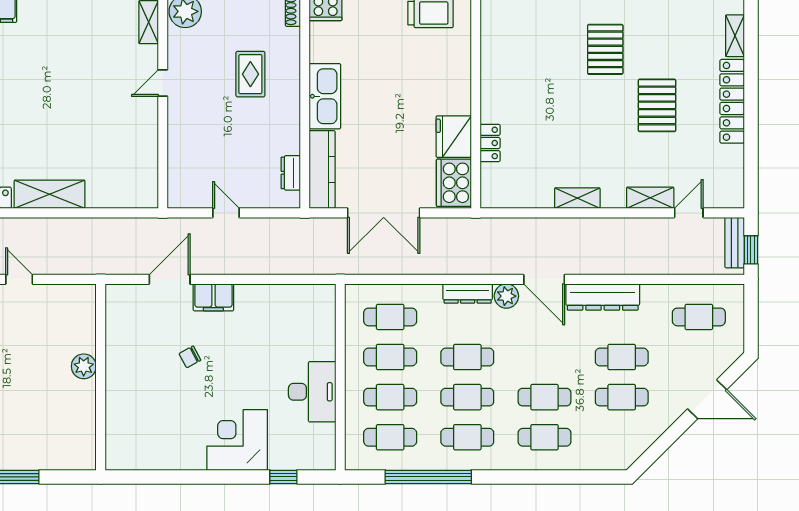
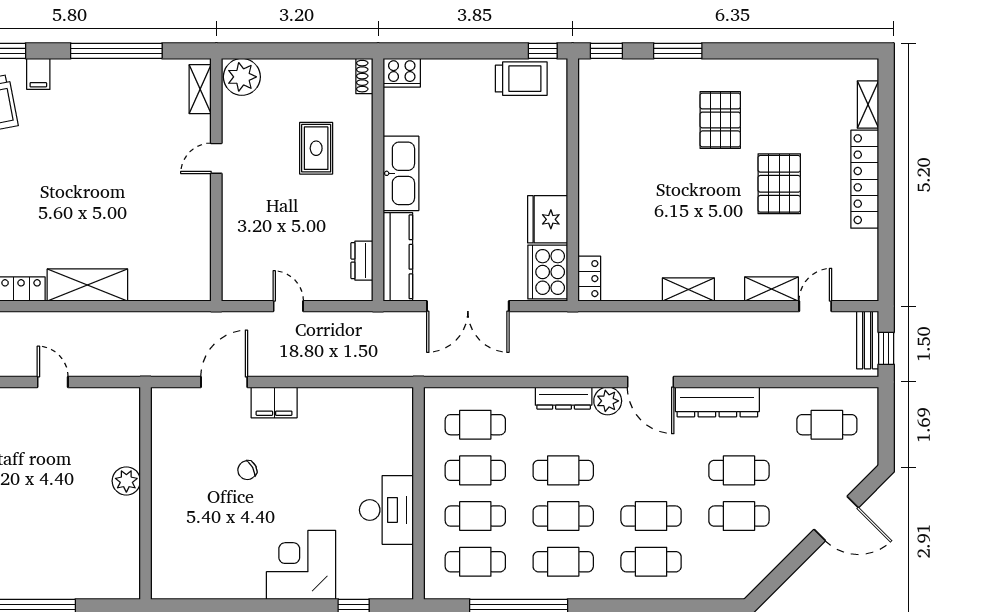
locker: (490, 143) -> (589, 279), moved

